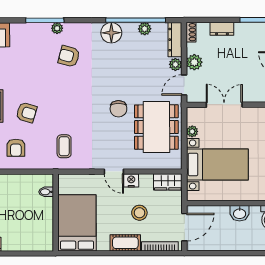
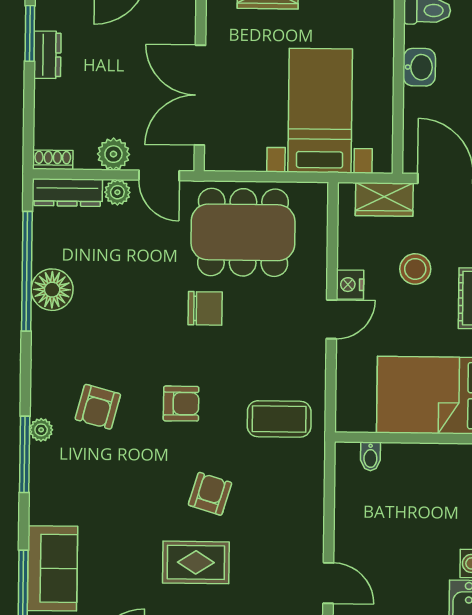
plant: (145, 29) -> (45, 253), removed
dresser: (222, 29) -> (47, 55), moved
floor lamp: (111, 33) -> (52, 290), moved
double door: (224, 105) -> (200, 95), width x1.37
plant: (192, 131) -> (253, 160), removed
coffee table: (64, 146) -> (279, 419), width x1.36, depth x1.30
armchair: (16, 148) -> (181, 404), moved
wardrobe: (168, 182) -> (384, 199), moved, turned 90

